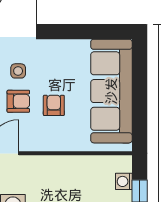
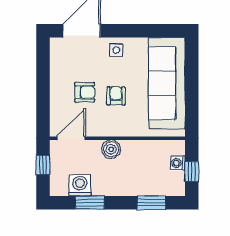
side table: (18, 71) -> (116, 50), moved
boiler: (48, 166) -> (111, 149), added

